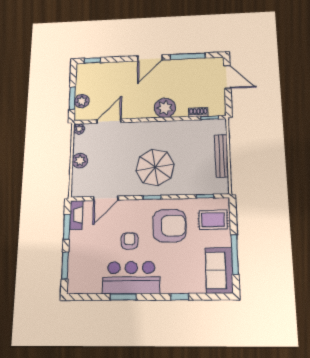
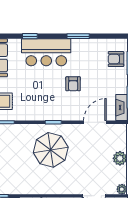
armchair: (169, 226) -> (116, 59), moved, width x0.53, depth x0.53
bar counter: (131, 278) -> (46, 52), moved

